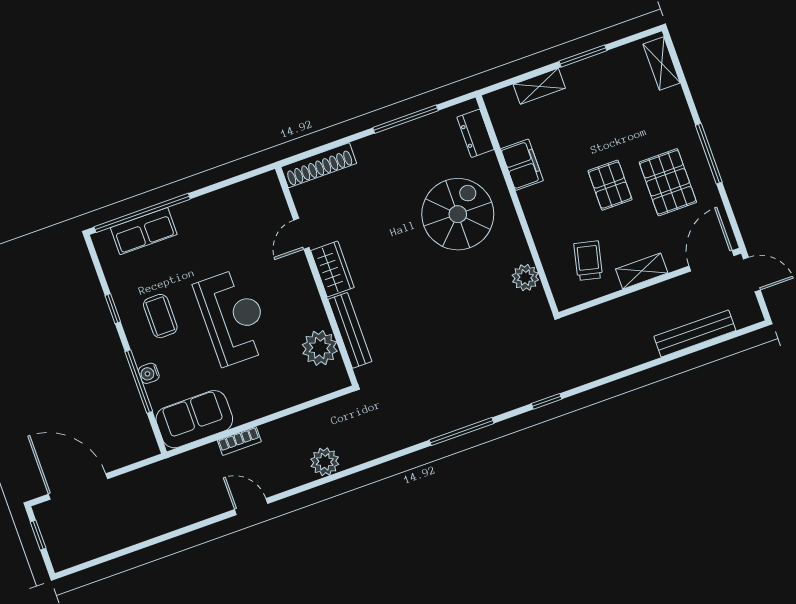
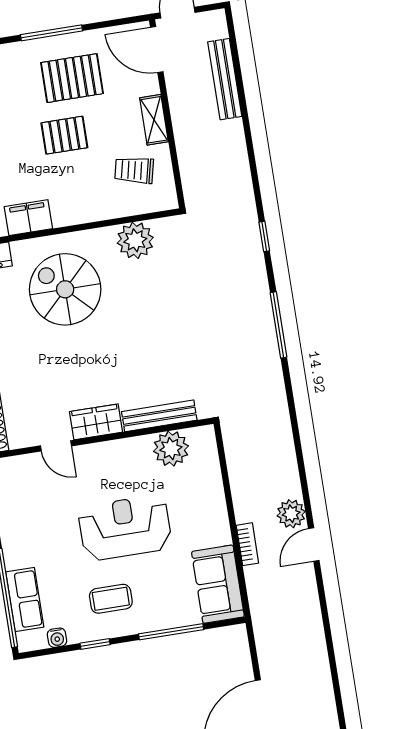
plant: (525, 278) -> (135, 240), width x1.36, depth x1.36
water cooler: (149, 373) -> (57, 638), moved
plant: (325, 462) -> (291, 514), moved

